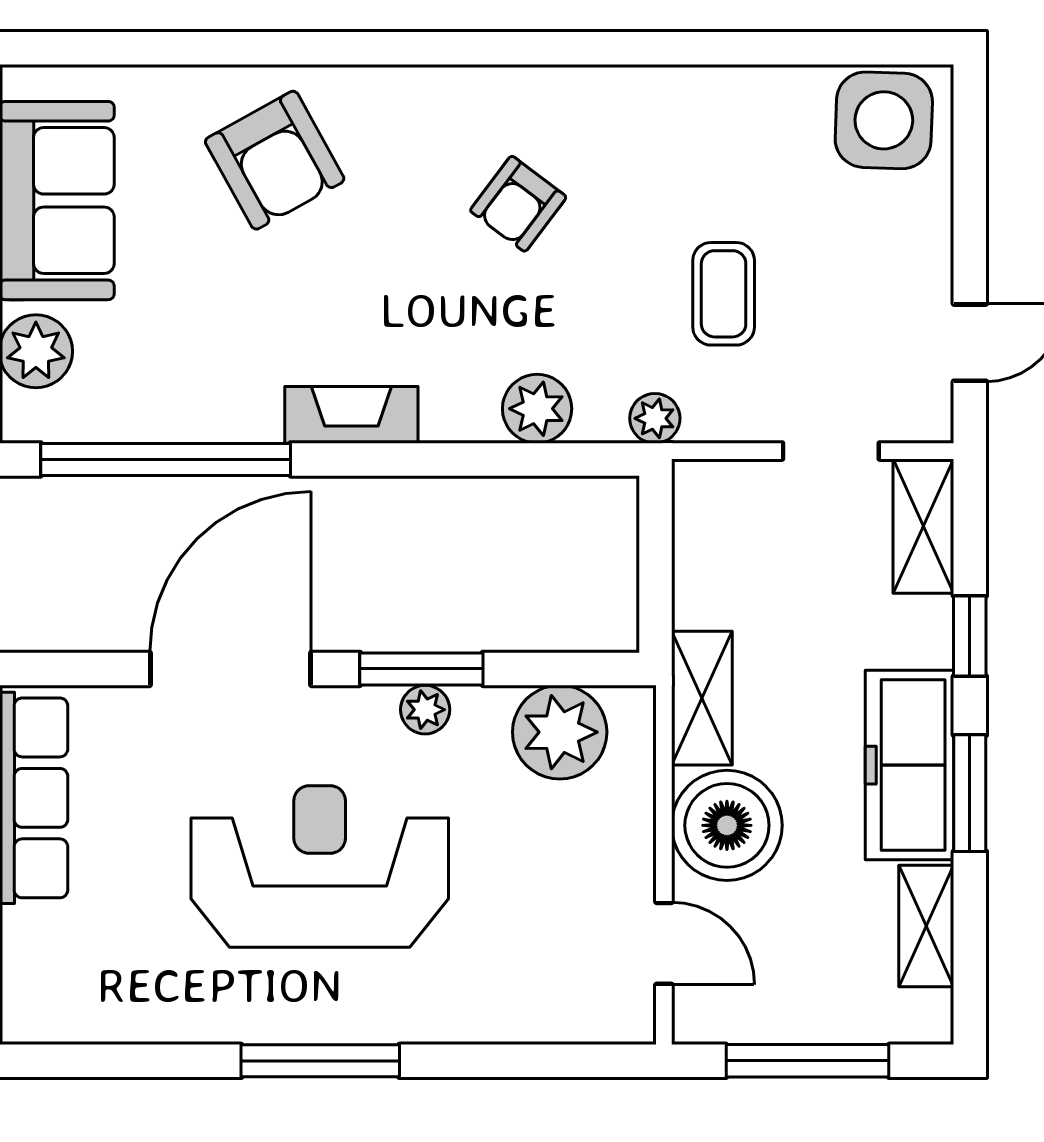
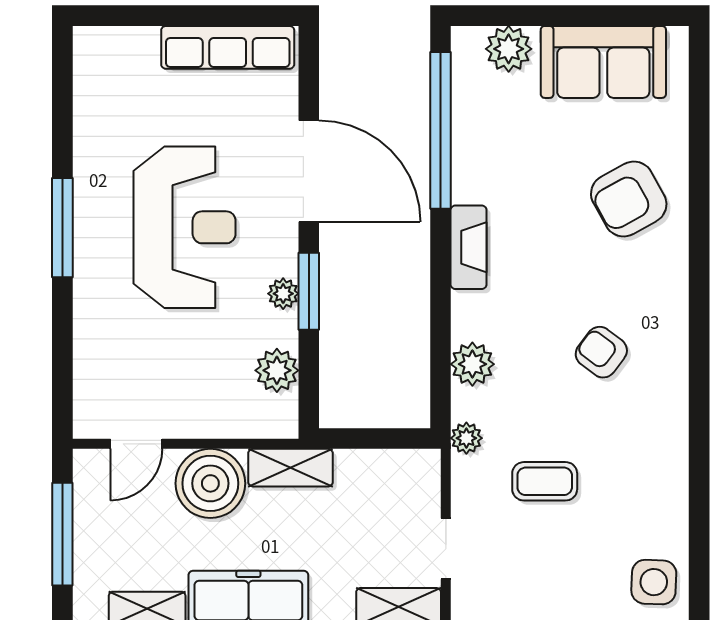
side table: (884, 120) -> (654, 582), width x0.73, depth x0.73
plant: (560, 732) -> (277, 370), width x0.73, depth x0.73

